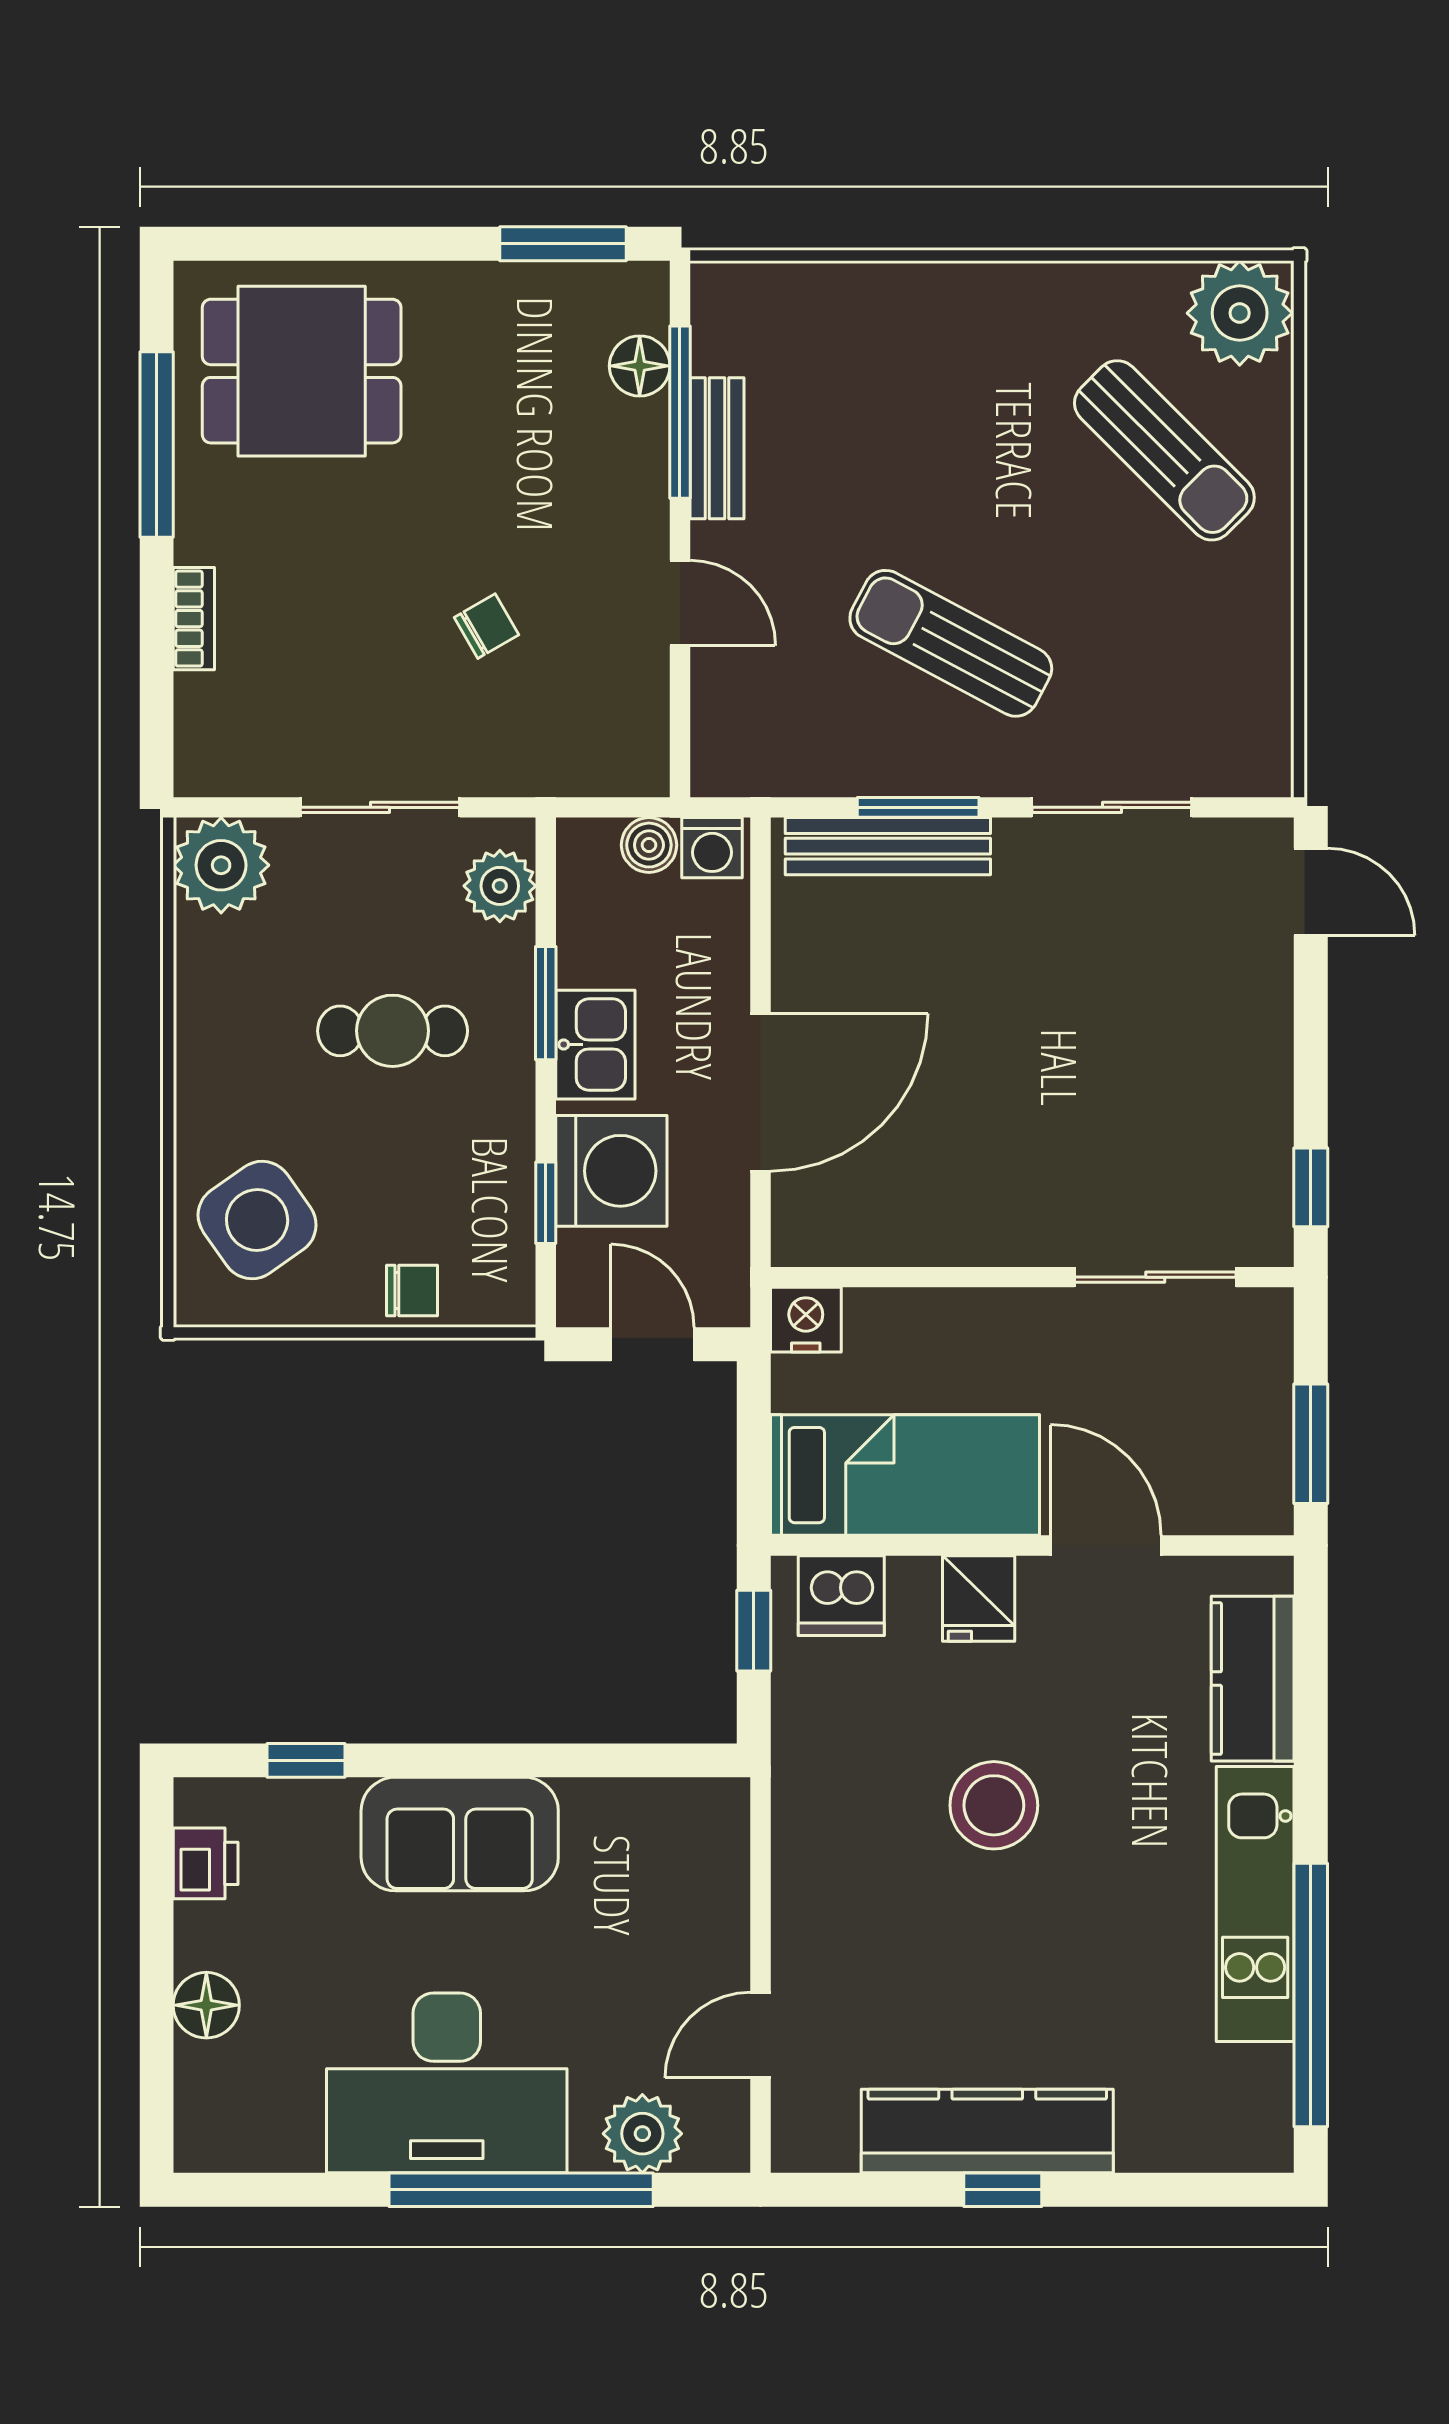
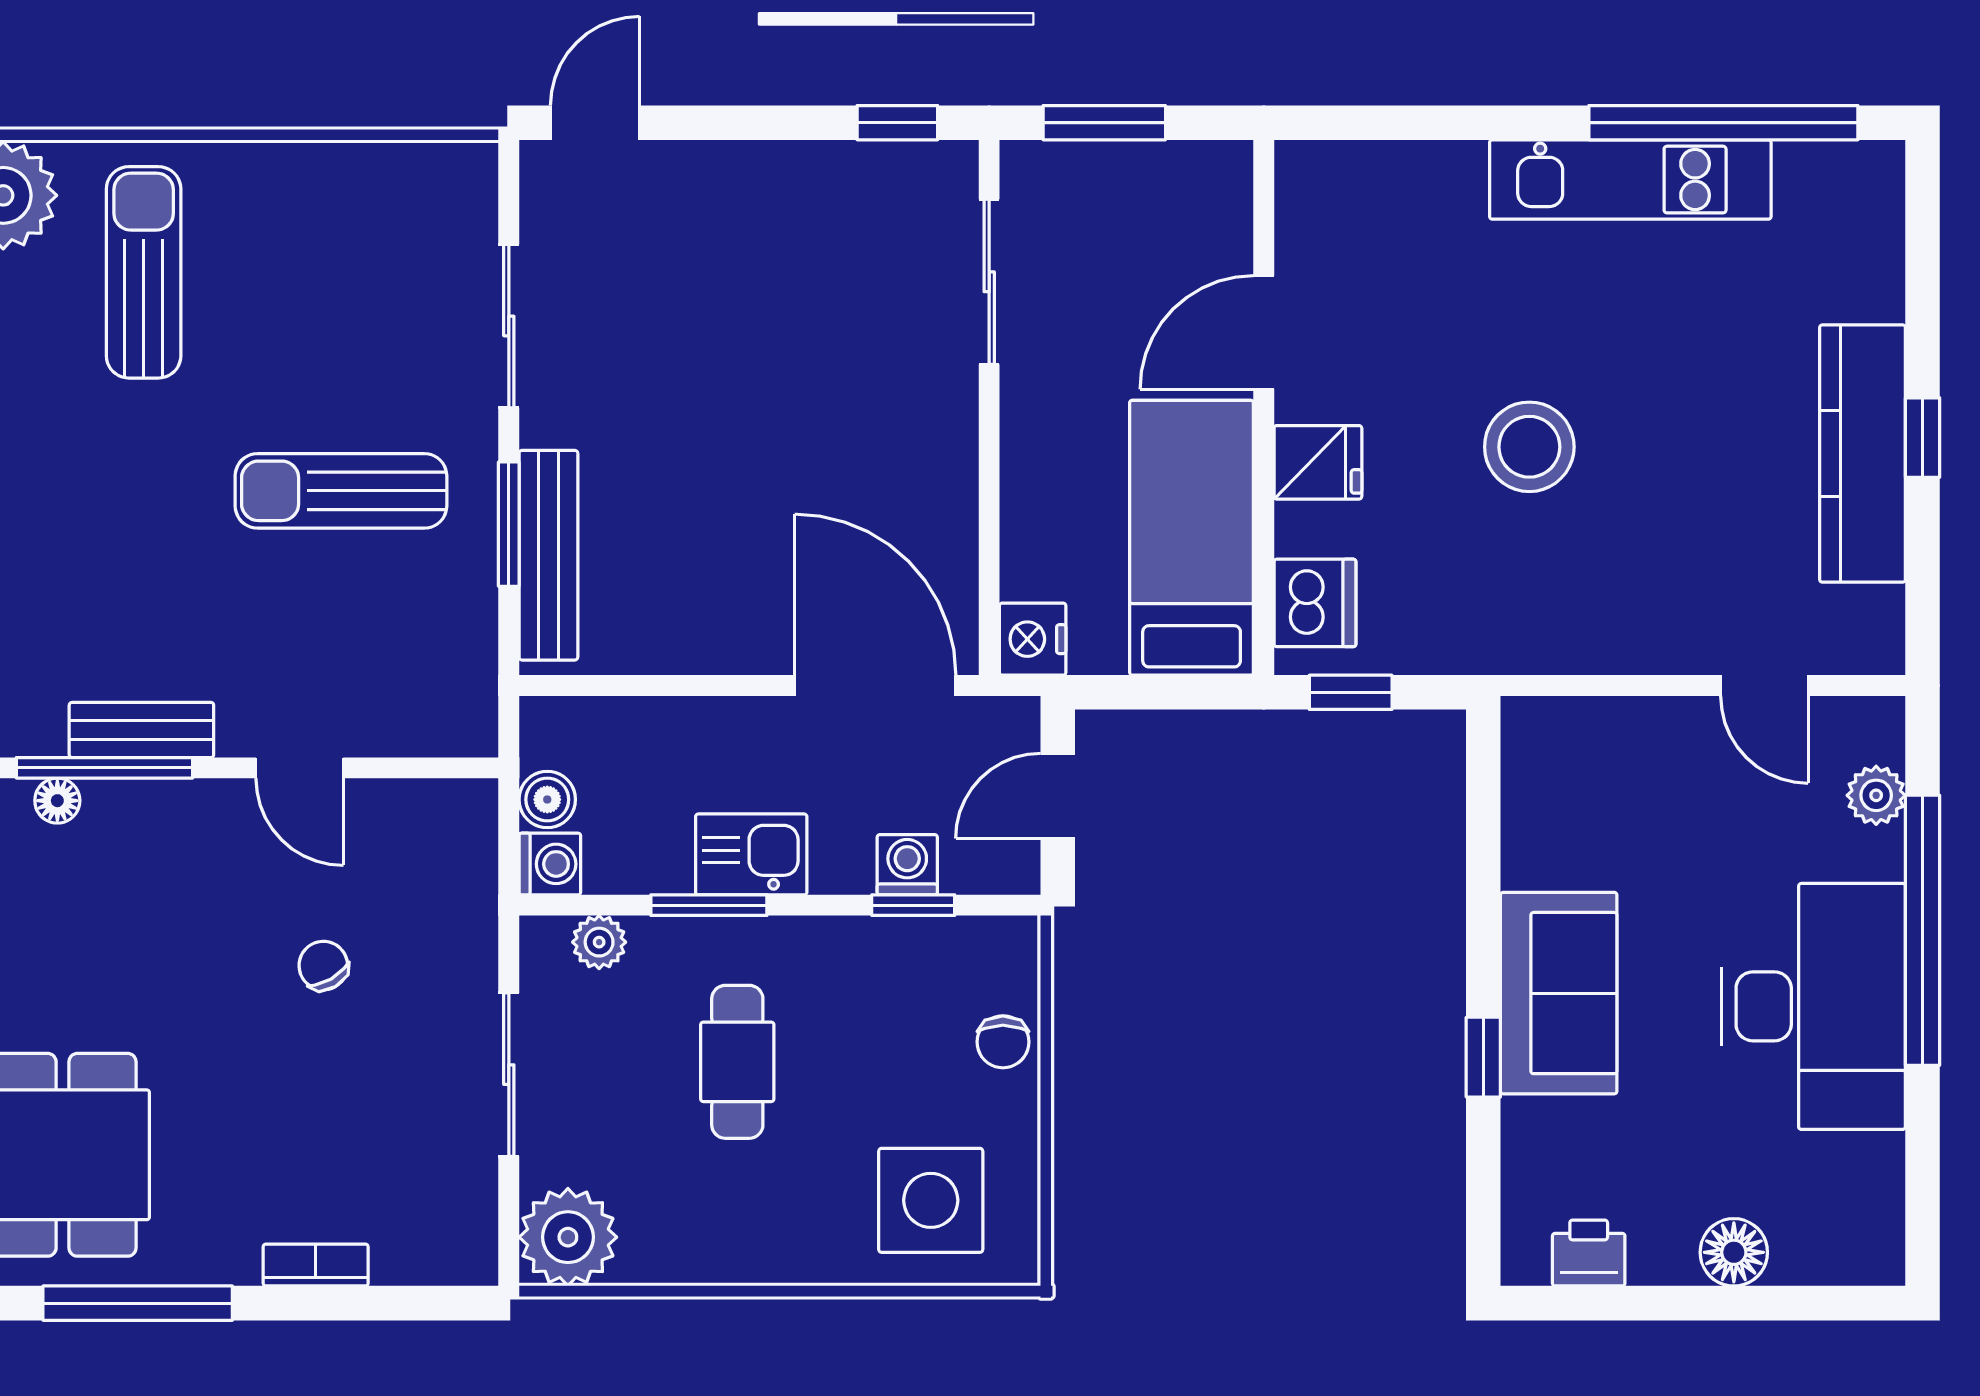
floor lamp: (640, 366) -> (57, 801), width x0.73, depth x0.73
sun lounger: (1164, 450) -> (144, 272), turned -45
door: (680, 603) -> (300, 768), swing flipped
sun lounger: (951, 643) -> (341, 491), turned 62
washing machine: (712, 848) -> (550, 864), moved
plant: (500, 886) -> (599, 942), width x0.73, depth x0.73
door: (760, 1092) -> (875, 685), moved
washing machine: (611, 1171) -> (907, 865), width x0.53, depth x0.53
side table: (257, 1220) -> (931, 1200), turned 35
chair: (412, 1291) -> (1003, 1042), turned 180
window: (1311, 1444) -> (1104, 123), moved
kitchen counter: (1253, 1679) -> (1400, 182), removed
window: (306, 1760) -> (1483, 1057), moved
plant: (642, 2134) -> (1876, 795), width x0.73, depth x0.73

